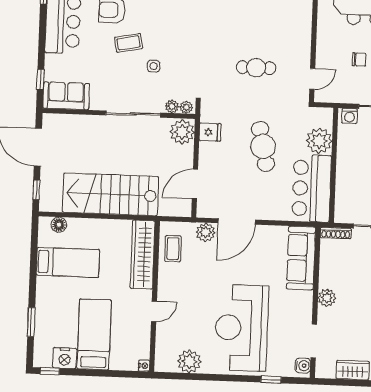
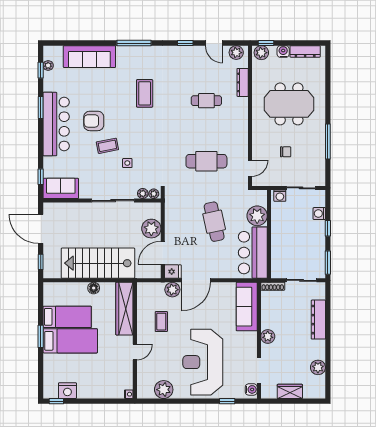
cafe table: (256, 68) -> (206, 161), width x1.37, depth x1.35
plant: (182, 132) -> (151, 229), moved
fridge: (210, 132) -> (173, 272), moved
floor lamp: (59, 225) -> (94, 288), moved
coffee table: (173, 249) -> (161, 322), moved
window: (31, 322) -> (41, 336), moved
bed: (94, 334) -> (70, 341), moved, turned 90

